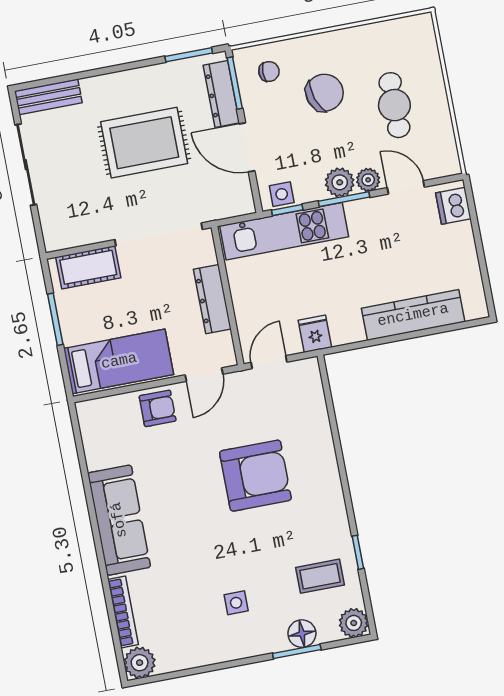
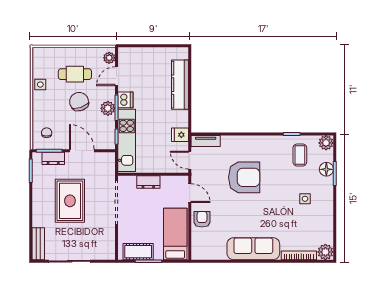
chair: (325, 93) -> (79, 102), moved
dresser: (221, 94) -> (53, 158), width x0.70
door: (247, 147) -> (82, 151), swing flipped
plant: (368, 180) -> (109, 58), moved
side table: (282, 194) -> (40, 84), moved
dishwasher: (453, 206) -> (125, 100), moved, turned -90
cot: (88, 267) -> (138, 252), moved, turned 90
dresser: (212, 299) -> (148, 182), width x0.70
tv unit: (312, 386) -> (206, 141), added
armchair: (255, 476) -> (244, 177), turned 90

